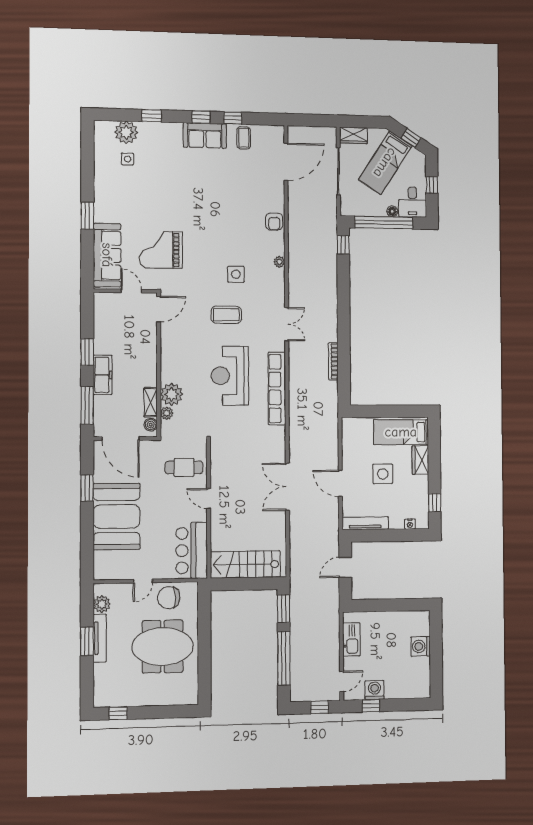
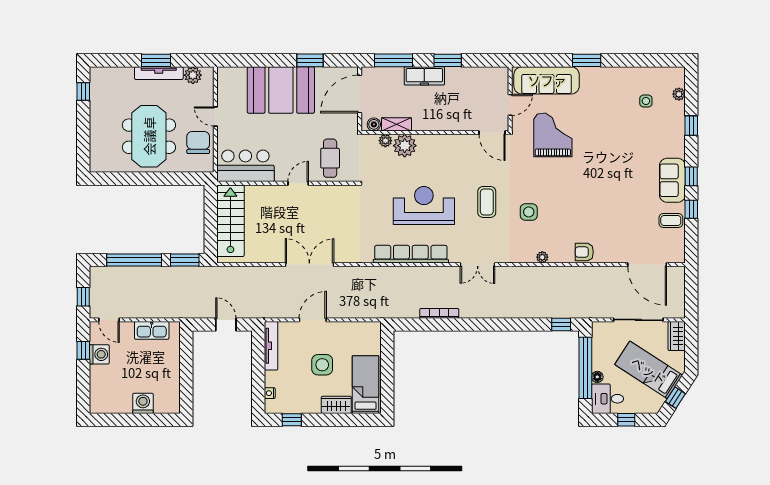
plant: (126, 132) -> (679, 94), width x0.53, depth x0.53

